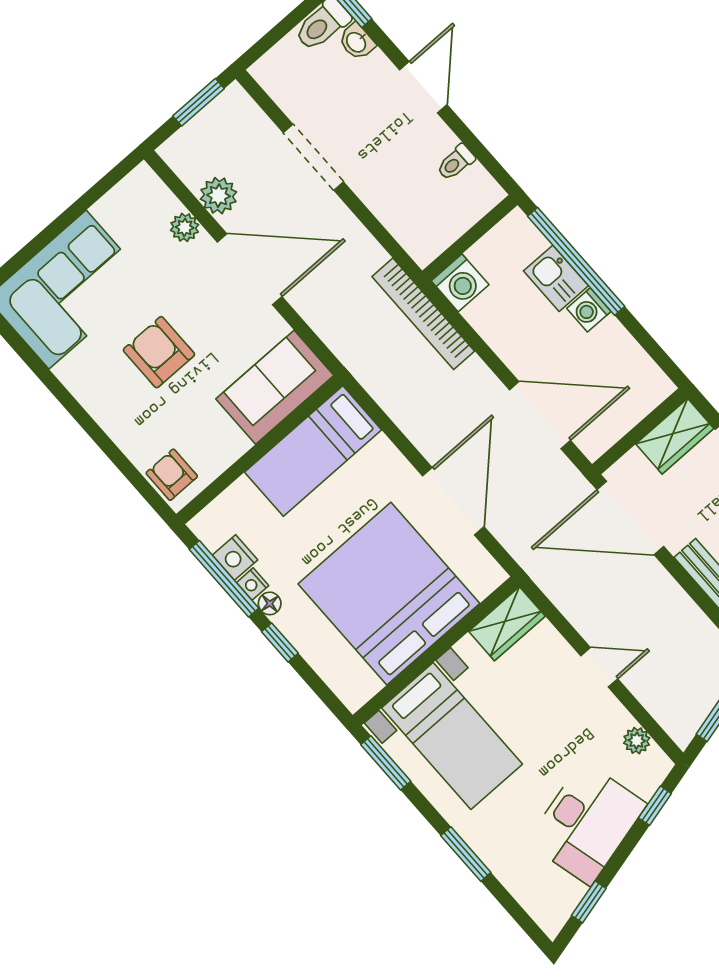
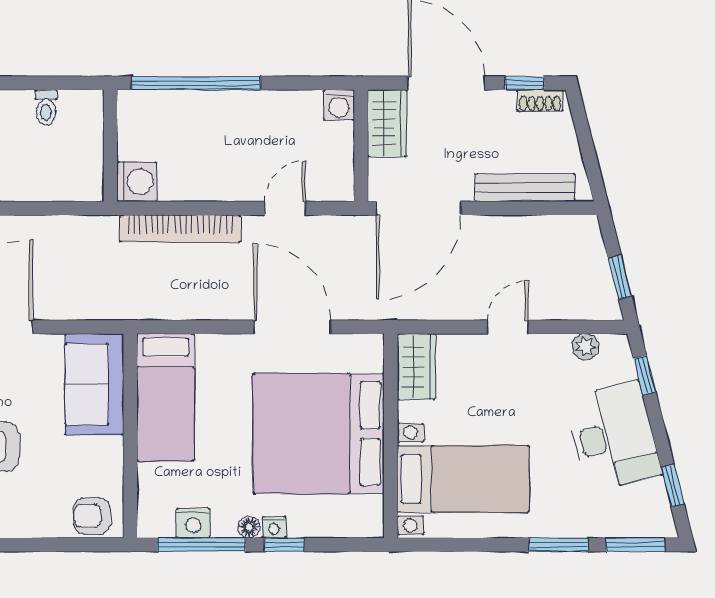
kitchen sink: (556, 278) -> (195, 109), removed
washing machine: (589, 310) -> (339, 105), moved
bookcase: (423, 314) -> (180, 229), moved
door: (540, 415) -> (285, 208), width x0.53
nightstand: (253, 584) -> (274, 527), moved
window: (386, 763) -> (635, 545), moved

